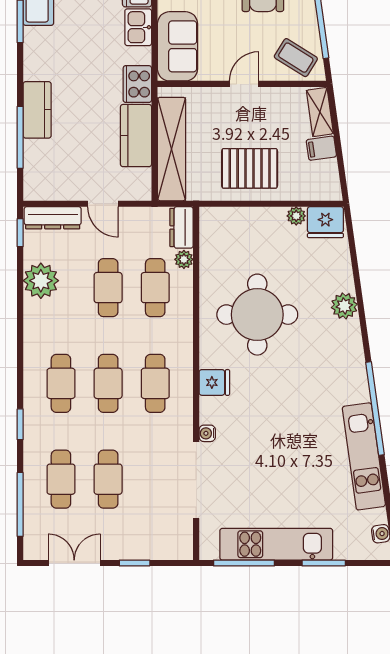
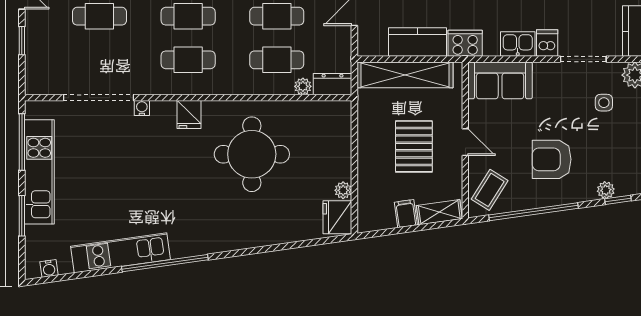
pallet: (250, 168) -> (414, 146), moved
plant: (344, 306) -> (260, 235), removed

